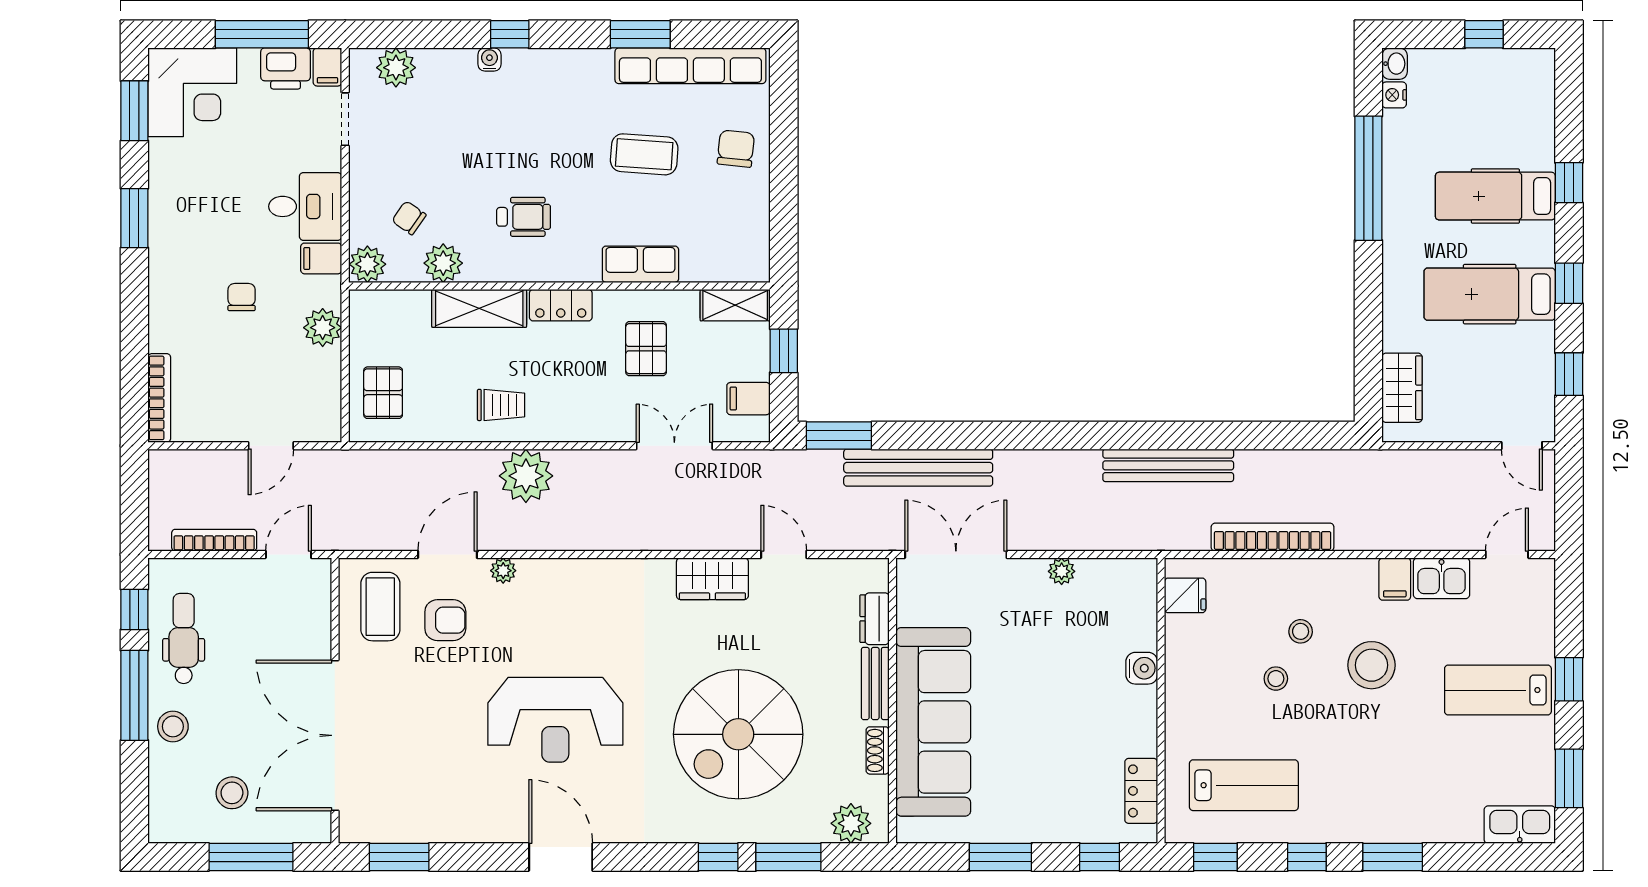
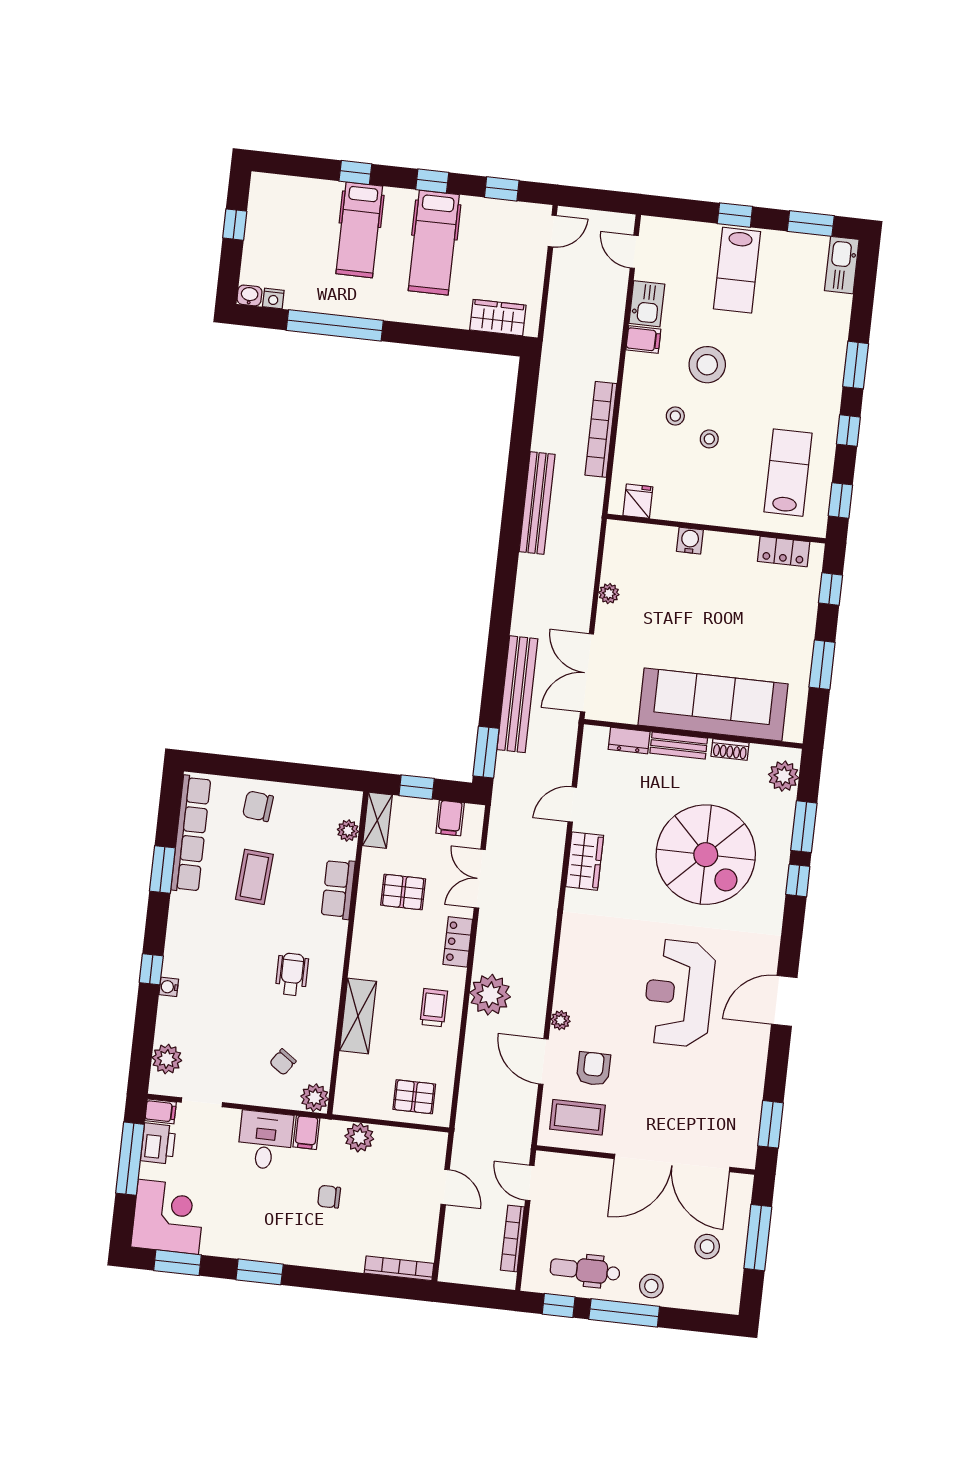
plant: (443, 263) -> (348, 831), moved, width x0.73, depth x0.73
locker: (561, 305) -> (458, 942), moved, turned 180
reception desk: (555, 720) -> (679, 993), turned 180

